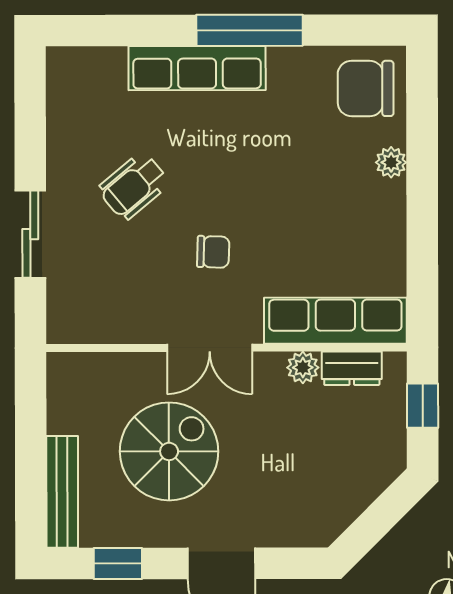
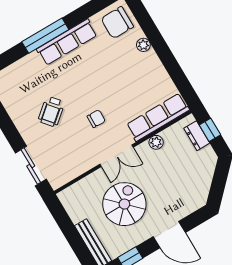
window: (250, 30) -> (45, 36), moved
row of seats: (197, 68) -> (67, 42), moved
sliding door: (30, 234) -> (31, 166), moved
dresser: (352, 368) -> (197, 136), moved, turned 90

